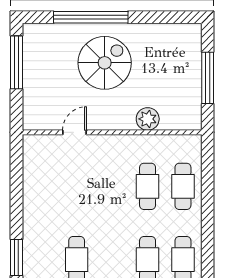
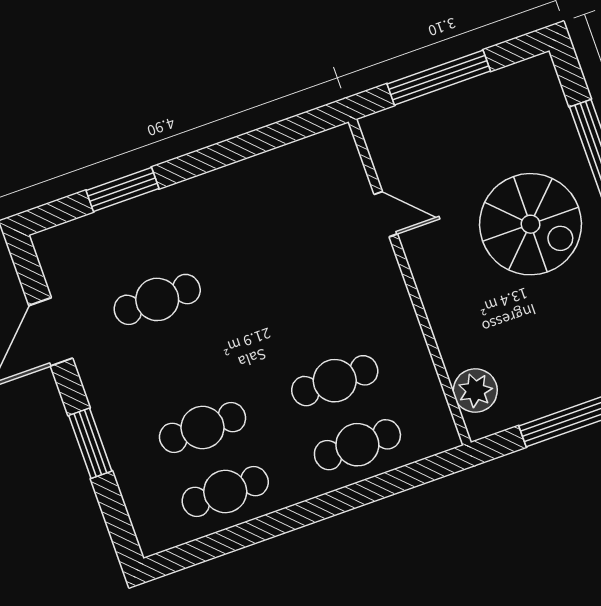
window: (16, 62) -> (439, 78), moved
plant: (148, 119) -> (475, 391), moved

